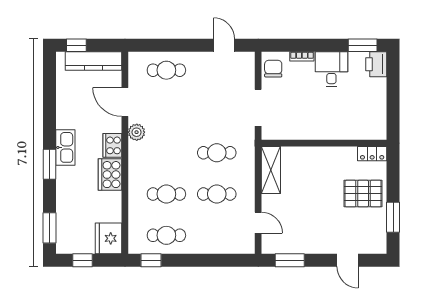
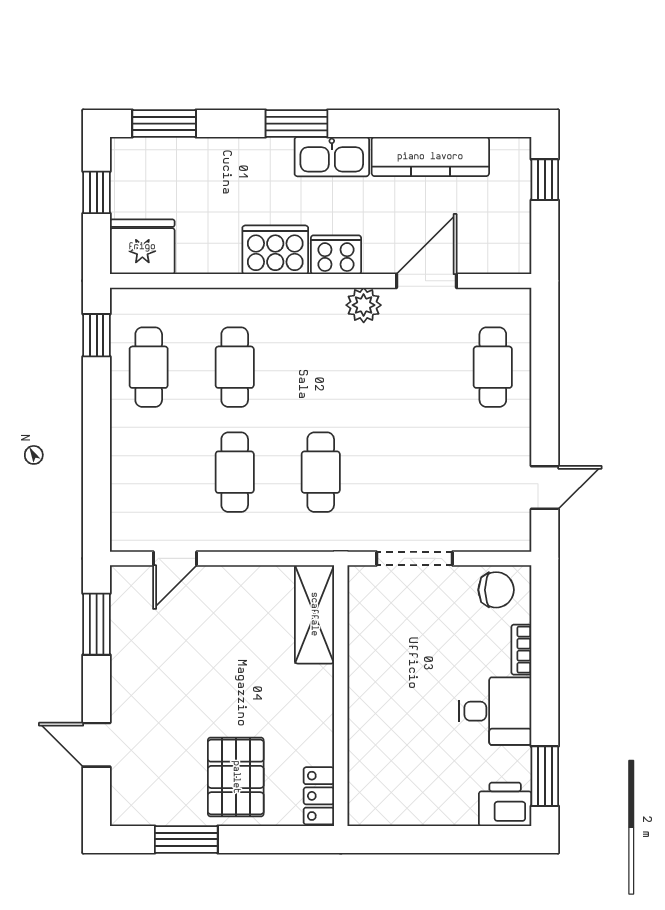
kitchen counter: (94, 61) -> (430, 157), moved, turned -90
shelving: (271, 170) -> (314, 614), moved, turned 90
door: (348, 260) -> (97, 745), hinge flipped

